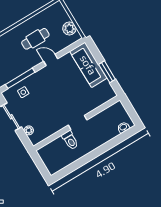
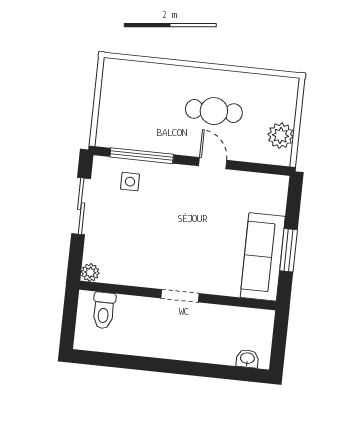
sofa: (88, 65) -> (263, 257), moved
plant: (29, 130) -> (90, 272), moved
toilet: (70, 140) -> (104, 310), moved

